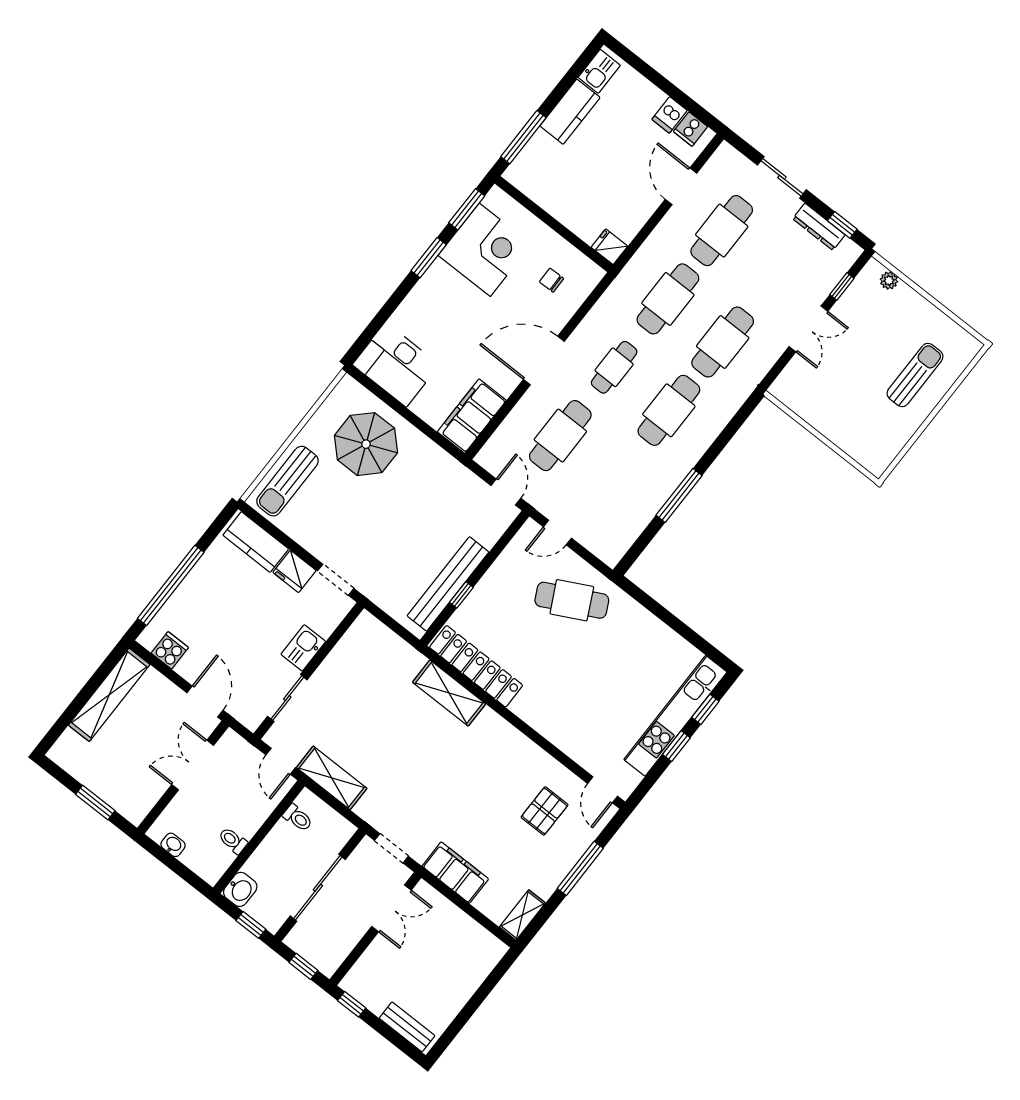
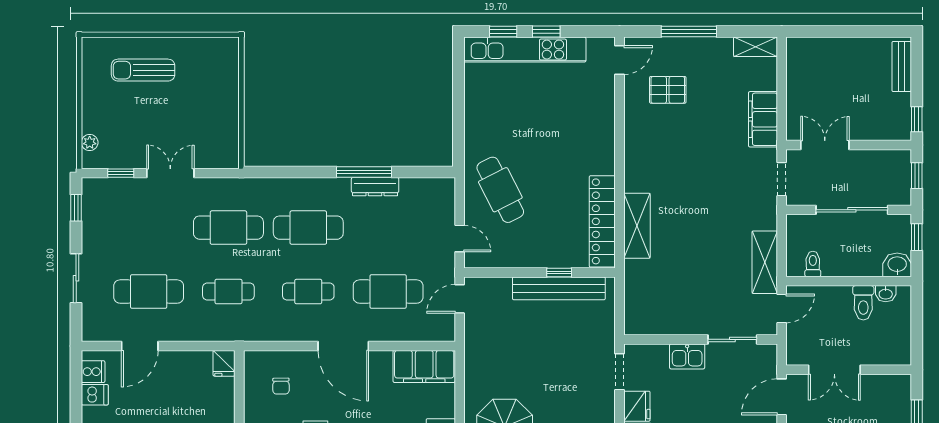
dresser: (819, 227) -> (375, 187), moved, turned 90
cafe table: (668, 299) -> (228, 292), width x0.73, depth x0.74
toilet: (233, 841) -> (863, 303), width x1.37, depth x1.39
washbasin: (173, 845) -> (886, 294), moved, turned -90

